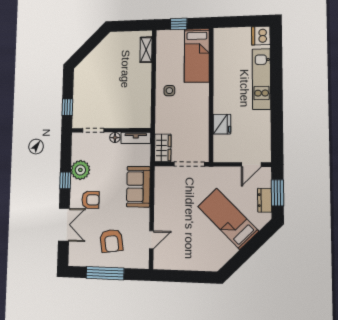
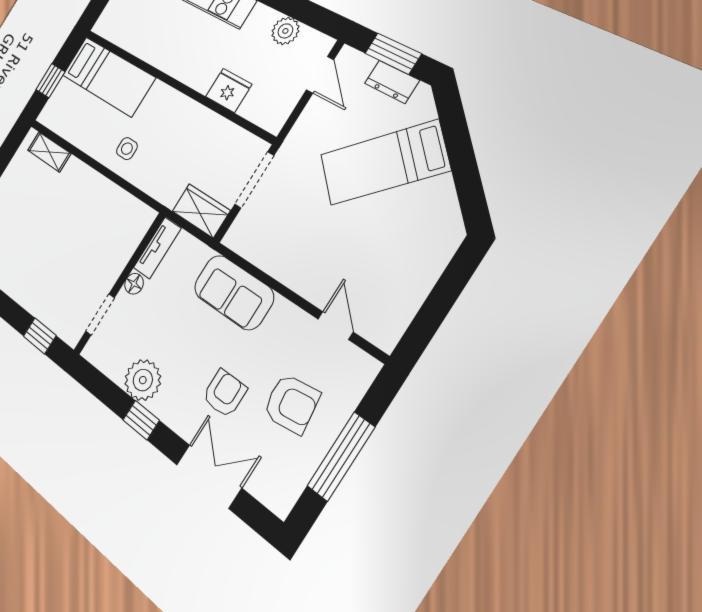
plant: (263, 134) -> (285, 31), added
armchair: (90, 200) -> (225, 393), moved

